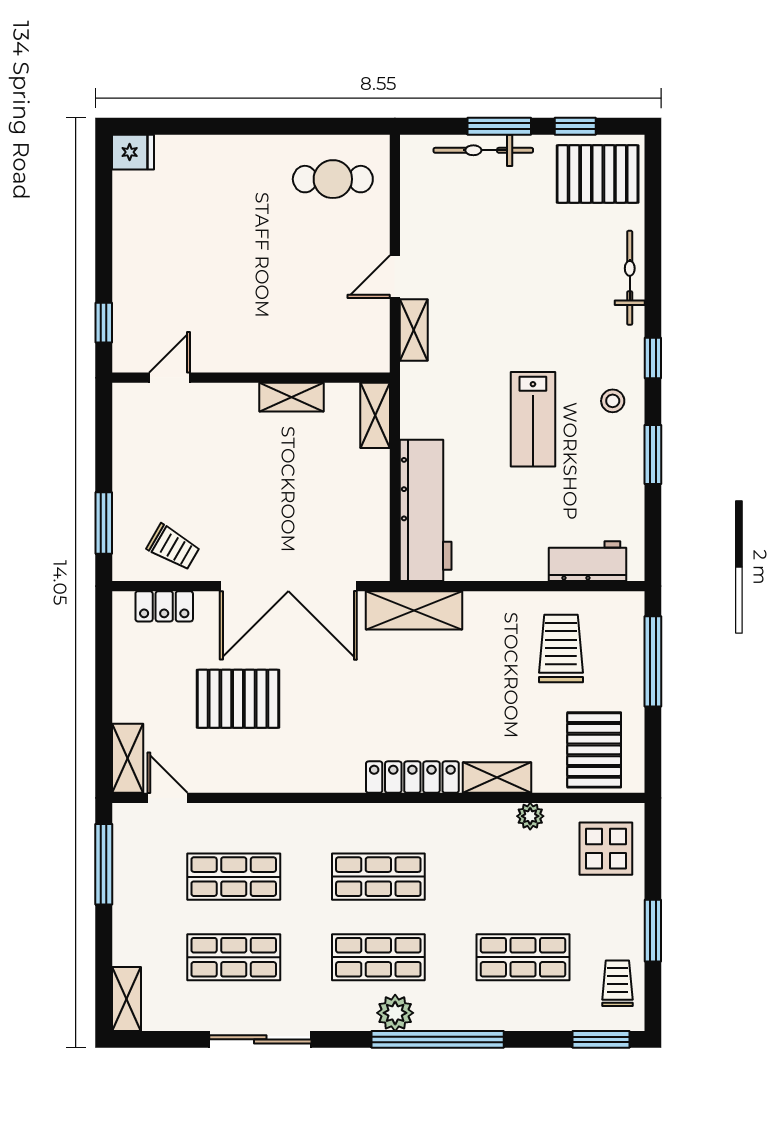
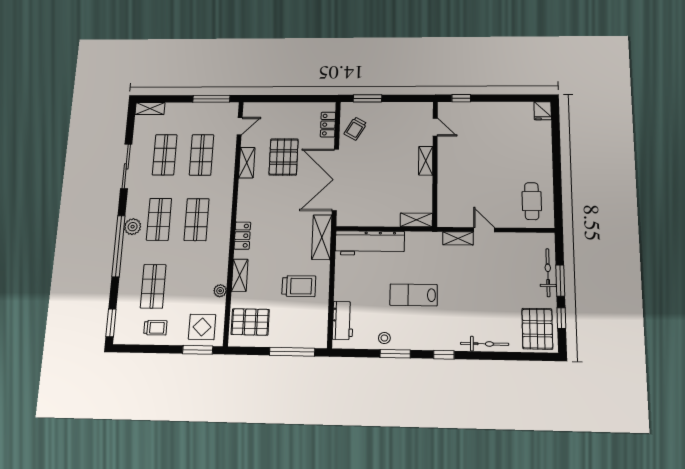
shelving: (291, 397) -> (426, 161), moved
stool: (613, 401) -> (384, 338), moved
trolley: (561, 648) -> (299, 286), moved
shelving: (128, 758) -> (247, 163), moved, turned 90
locker: (412, 777) -> (242, 236), width x0.66
window: (653, 931) -> (198, 350), moved
trolley: (617, 983) -> (155, 328), moved

